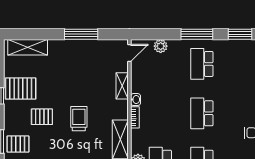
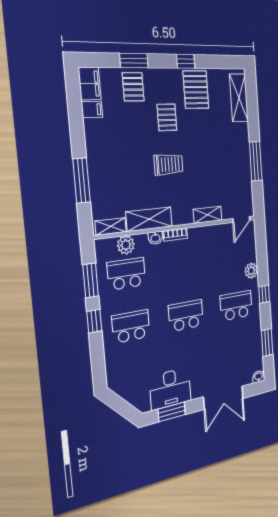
window: (197, 34) -> (264, 294), width x0.46
plant: (161, 46) -> (251, 271), moved
door: (129, 53) -> (241, 219), hinge flipped
washbasin: (136, 100) -> (155, 238), moved

